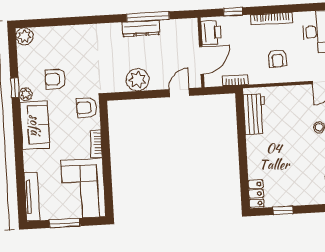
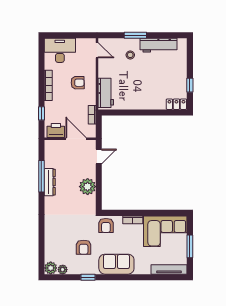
door: (179, 93) -> (99, 157), swing flipped
plant: (26, 94) -> (63, 270), moved
workbench: (255, 114) -> (106, 93), moved, turned 90

